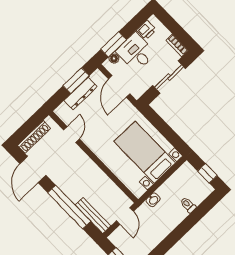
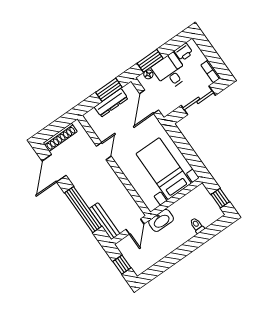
door: (71, 134) -> (104, 151), moved
washbasin: (153, 200) -> (161, 220), width x1.91, depth x1.45

